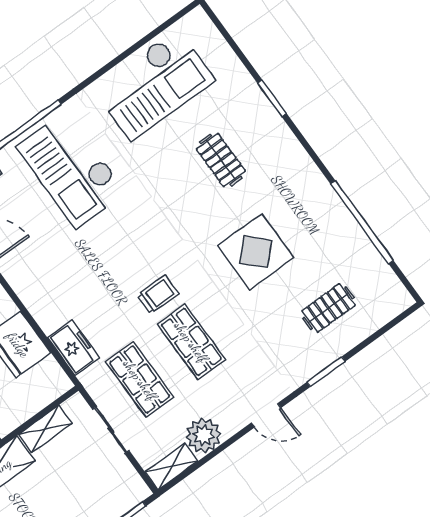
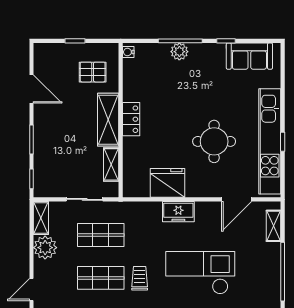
checkout: (71, 170) -> (200, 273), moved
trolley: (158, 295) -> (140, 278), turned 180
freezer: (74, 348) -> (178, 212), moved

